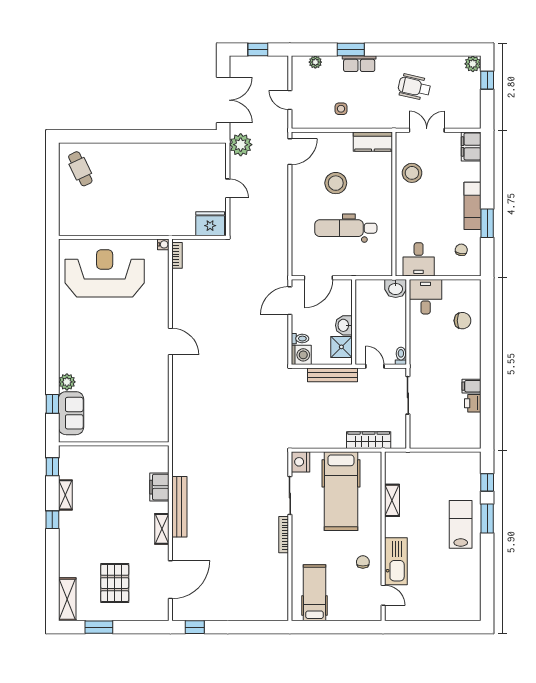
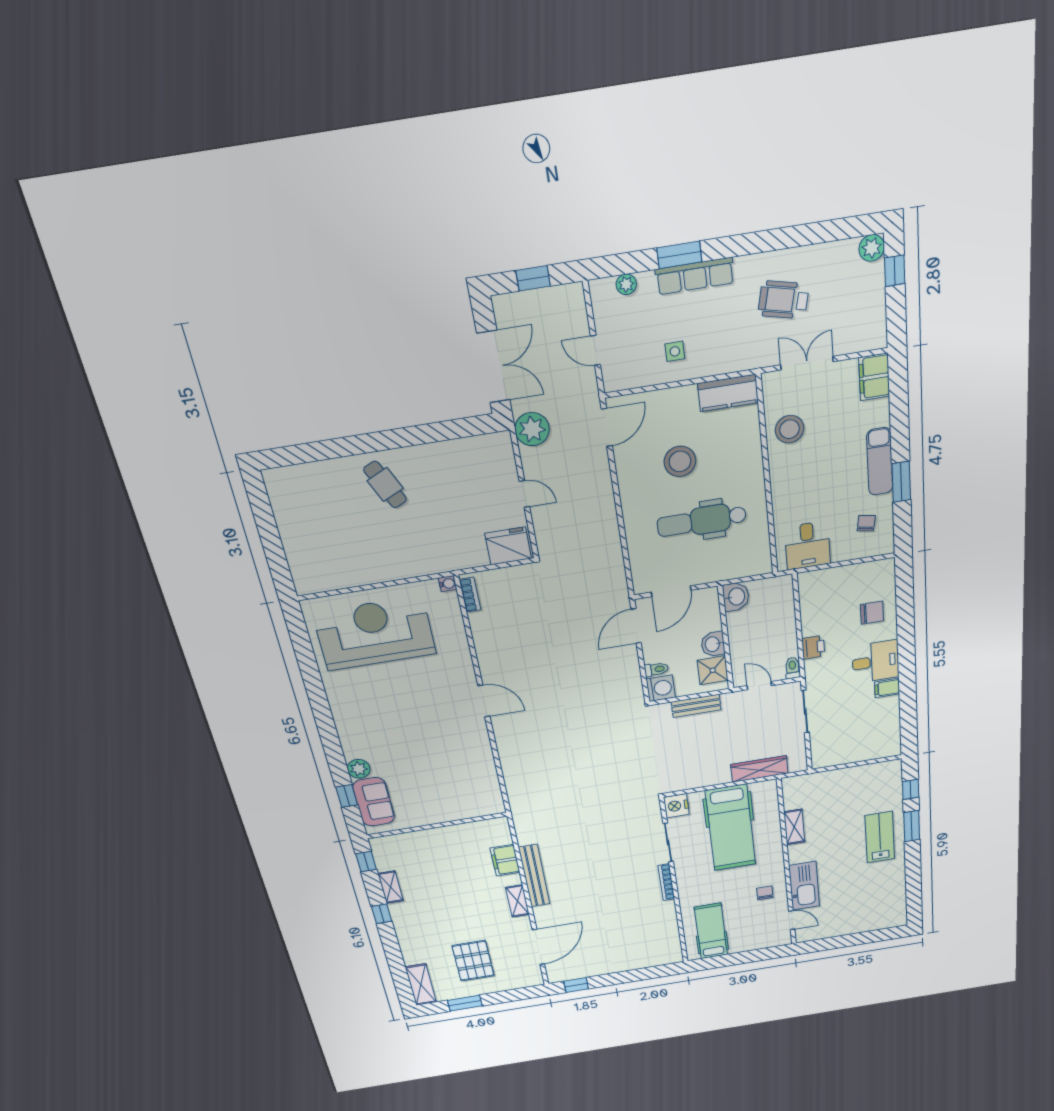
row of seats: (359, 64) -> (695, 276), width x1.48
cafe table: (80, 169) -> (385, 485), moved
washbasin: (396, 288) -> (736, 597), moved, turned -90
desk: (426, 297) -> (876, 662), moved, turned 90
bench: (332, 375) -> (696, 706), width x0.73
printer: (473, 403) -> (813, 647), moved, turned 180

